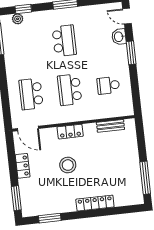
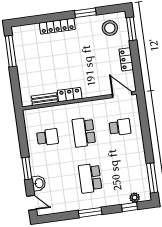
school desk: (70, 90) -> (84, 132), turned 180
school desk: (31, 94) -> (120, 127), width x0.54
locker: (70, 132) -> (70, 95), moved
stool: (68, 165) -> (110, 28), moved
window: (50, 218) -> (85, 13), moved

